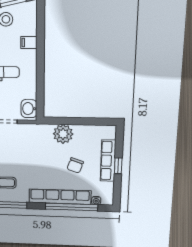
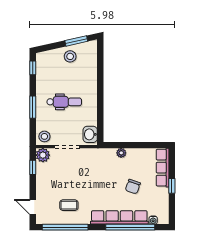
filing cabinet: (29, 43) -> (90, 76), removed
plant: (63, 134) -> (121, 153), width x0.53, depth x0.53
row of seats: (108, 161) -> (163, 168), moved

